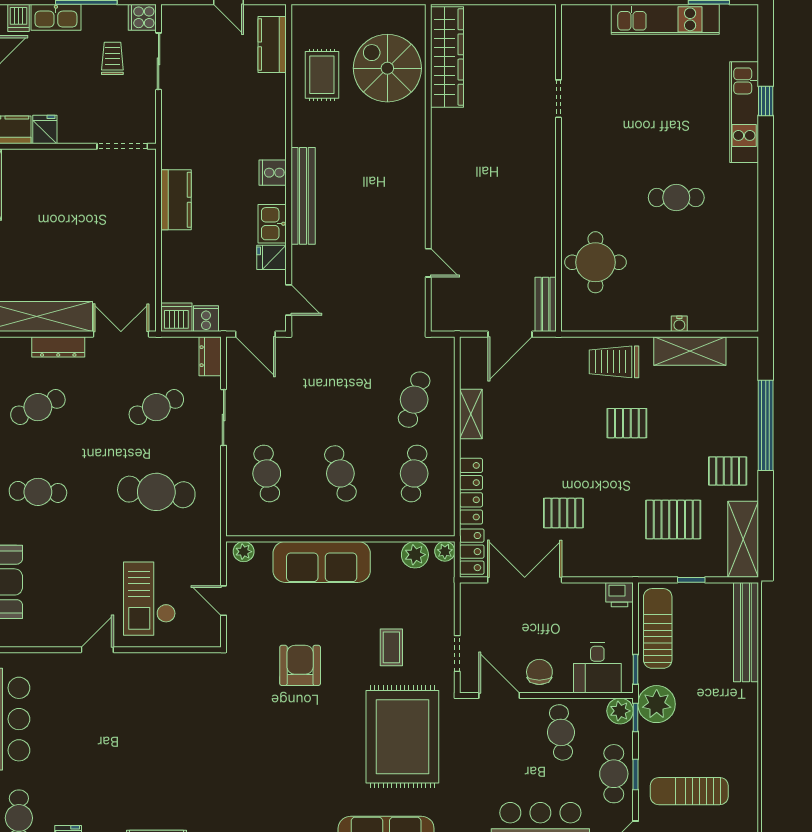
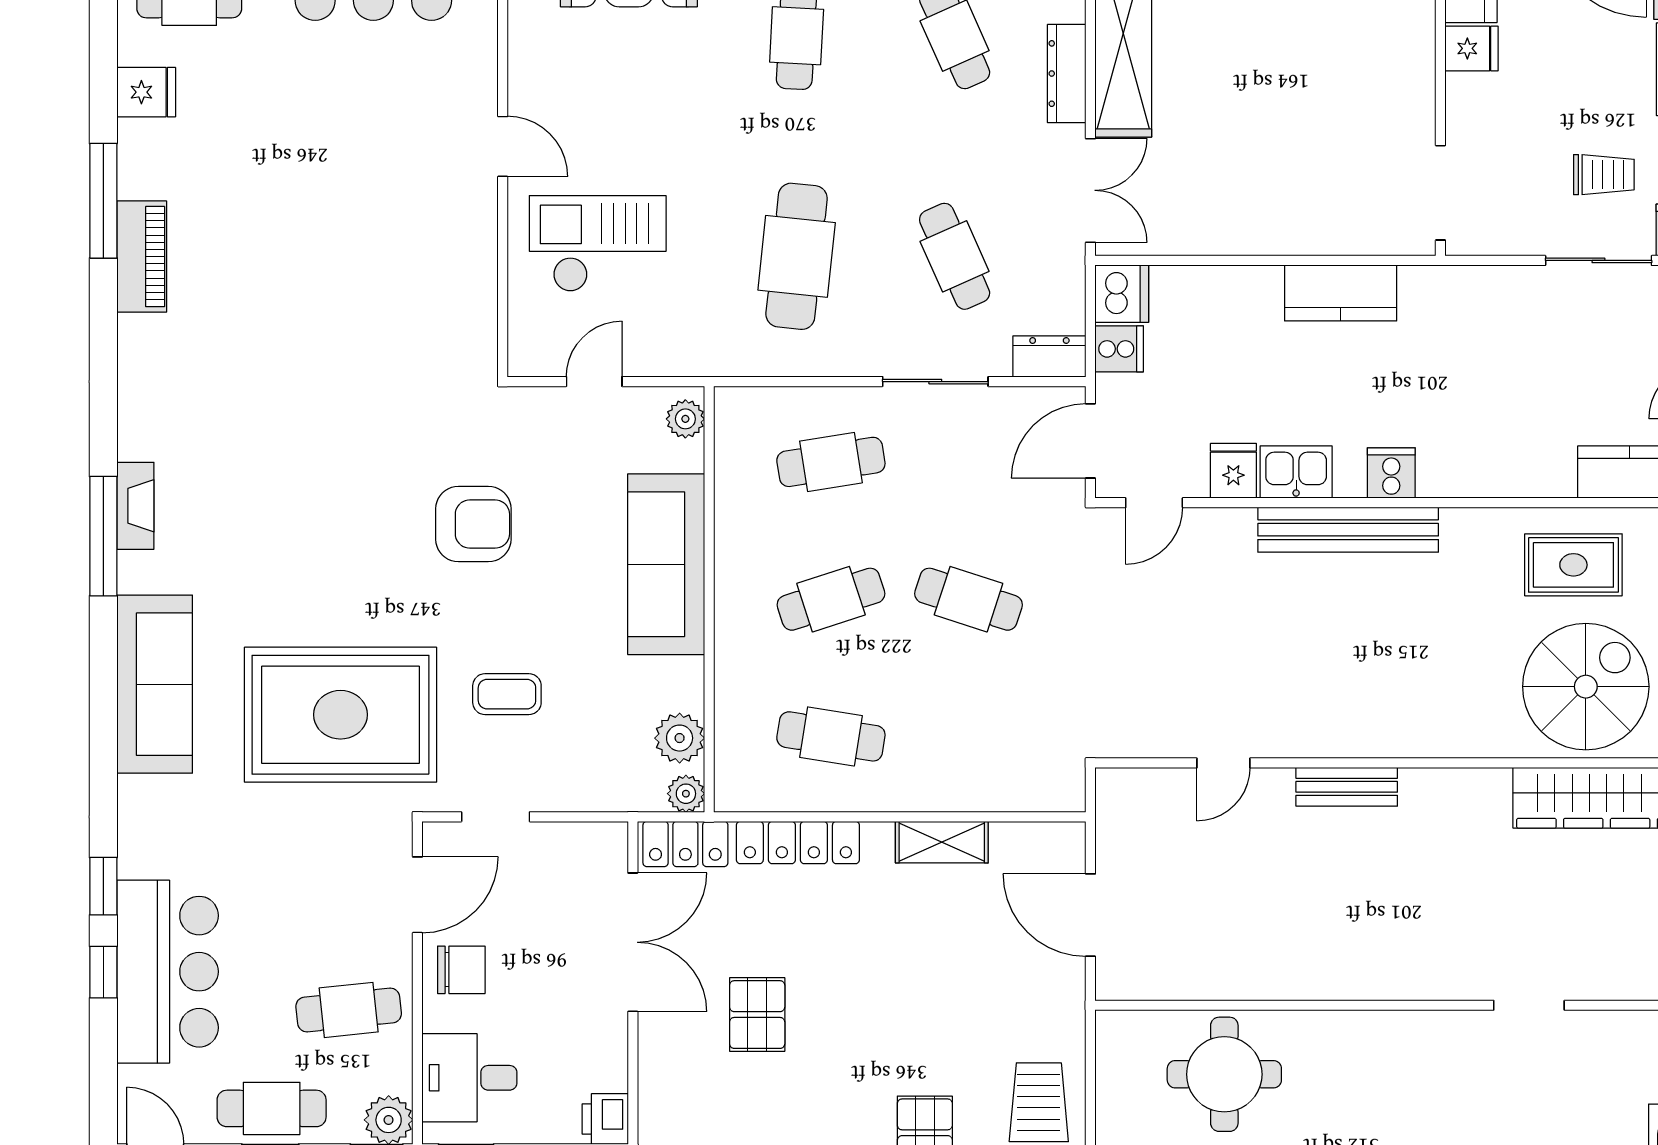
bench: (546, 304) -> (1347, 787), moved
cafe table: (414, 400) -> (969, 599), moved

